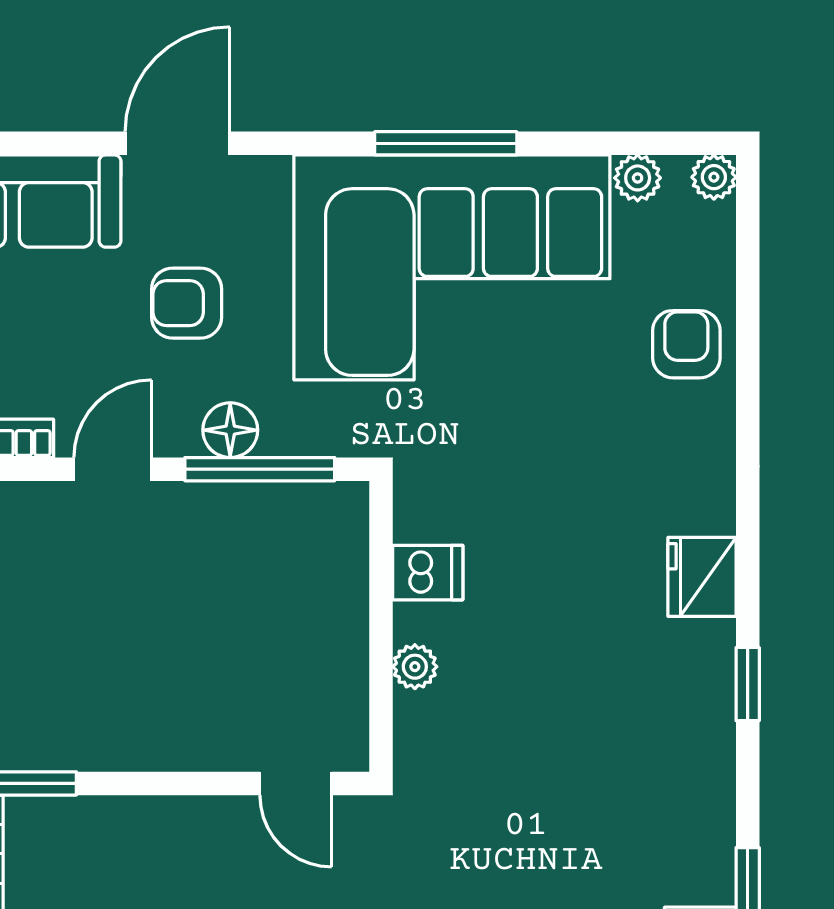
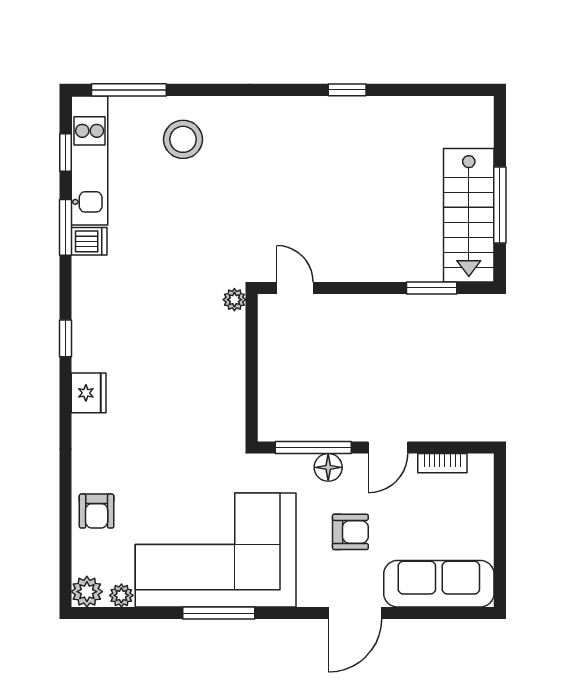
plant: (714, 177) -> (87, 592), width x1.38, depth x1.38
dishwasher: (428, 573) -> (89, 241), moved, turned 180
plant: (415, 667) -> (234, 300), moved

